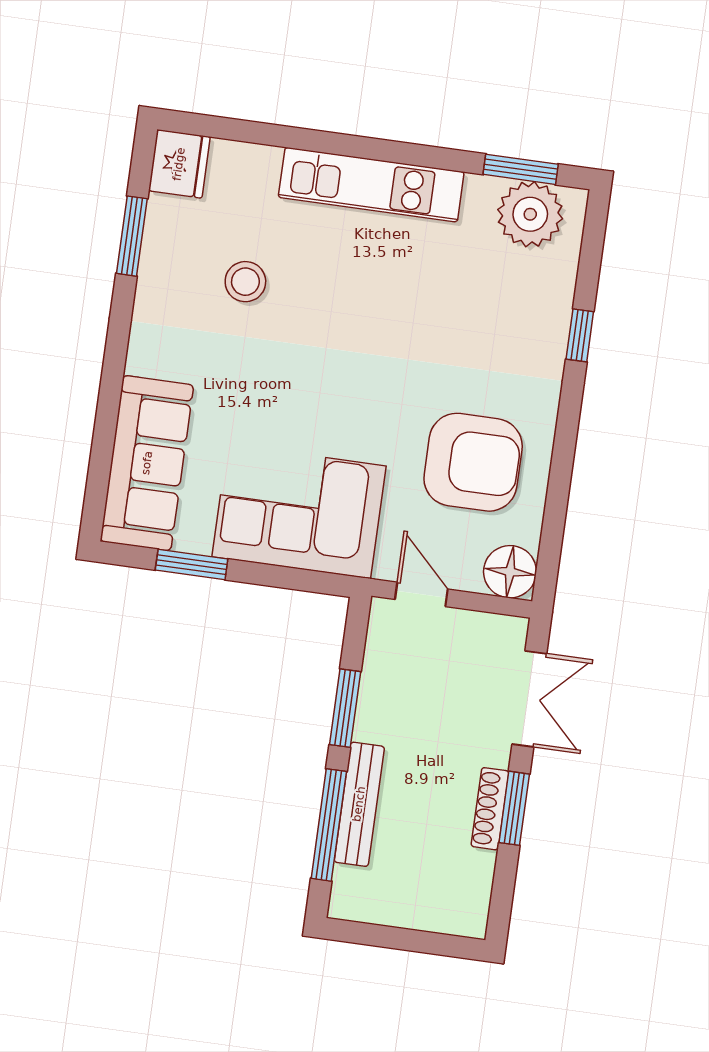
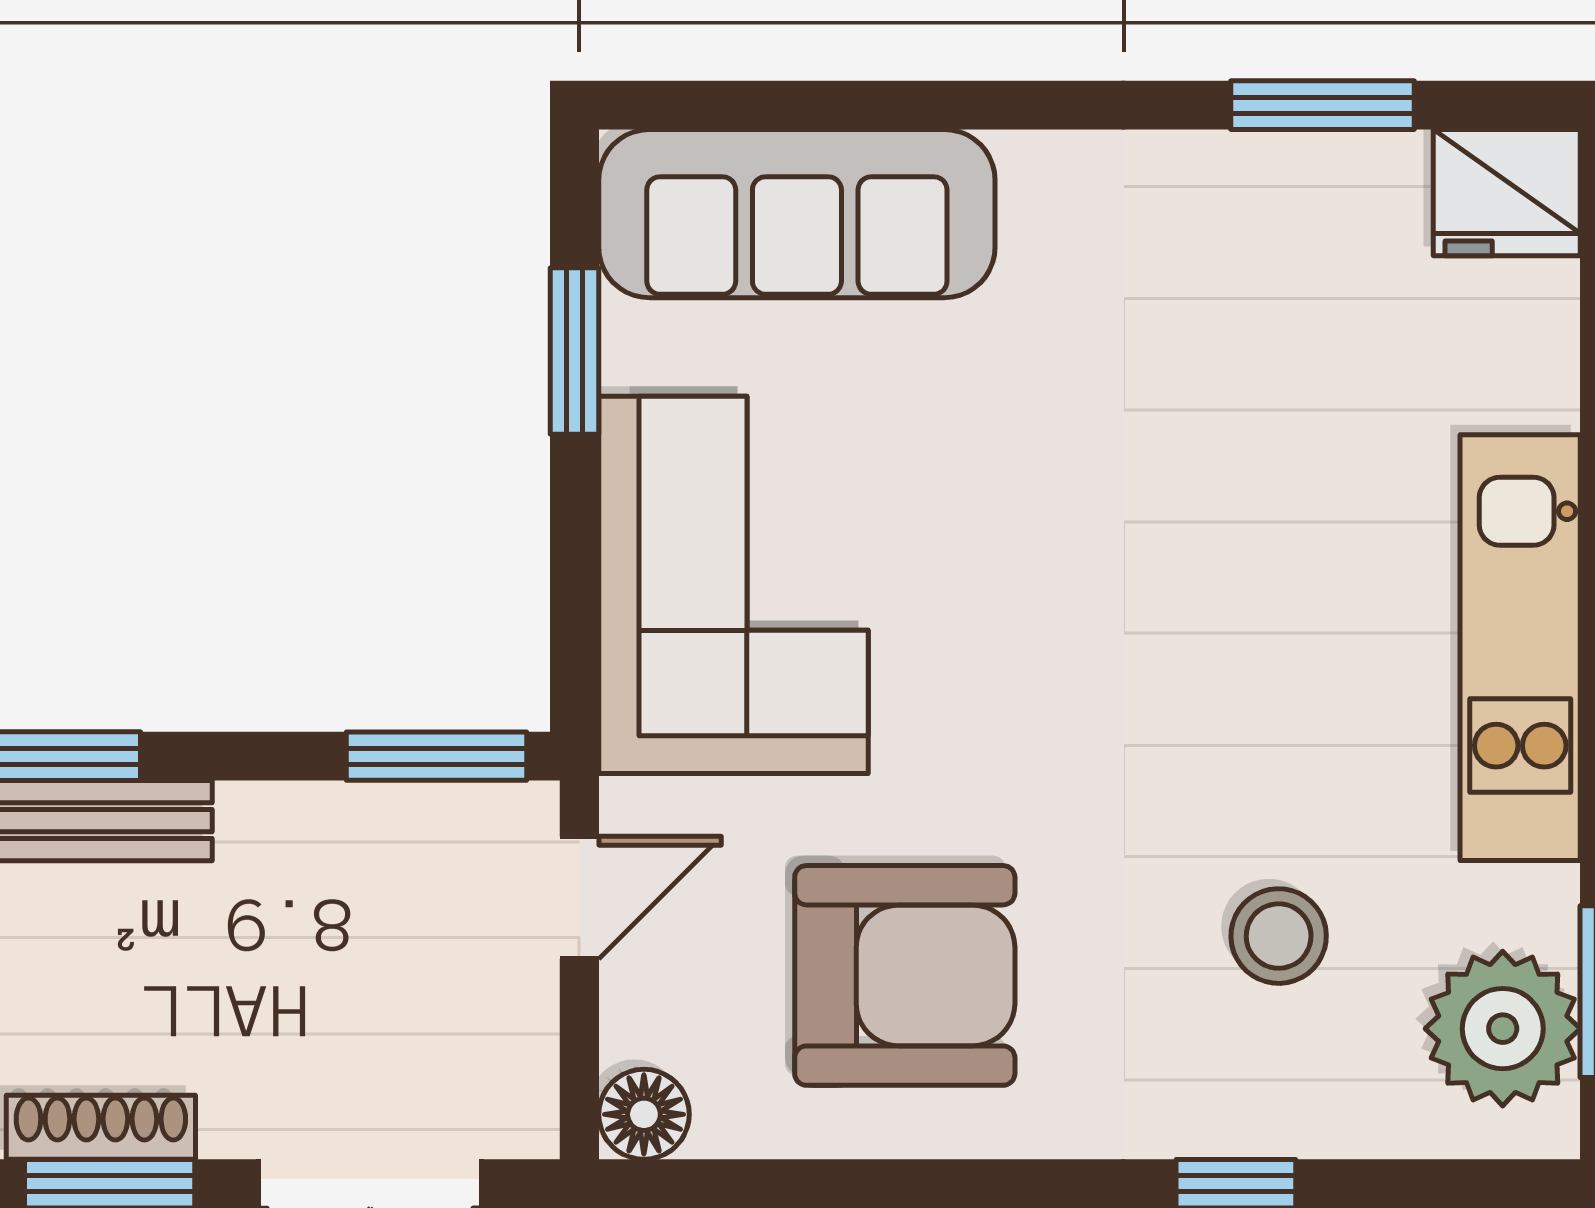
stool: (245, 282) -> (1279, 936), moved
armchair: (473, 462) -> (905, 975), turned -90
floor lamp: (510, 572) -> (644, 1114), width x0.73, depth x0.73
window: (345, 708) -> (437, 756), moved

